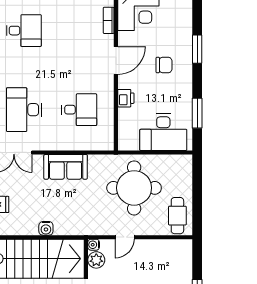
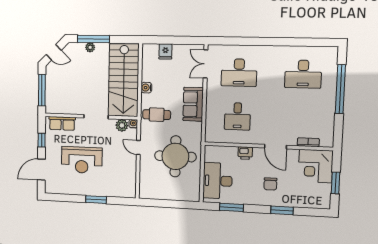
desk: (24, 31) -> (303, 74), width x1.37
desk: (24, 110) -> (239, 73), turned 180
cafe table: (177, 216) -> (157, 115), moved

